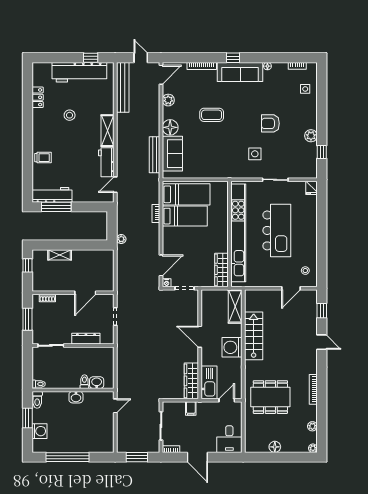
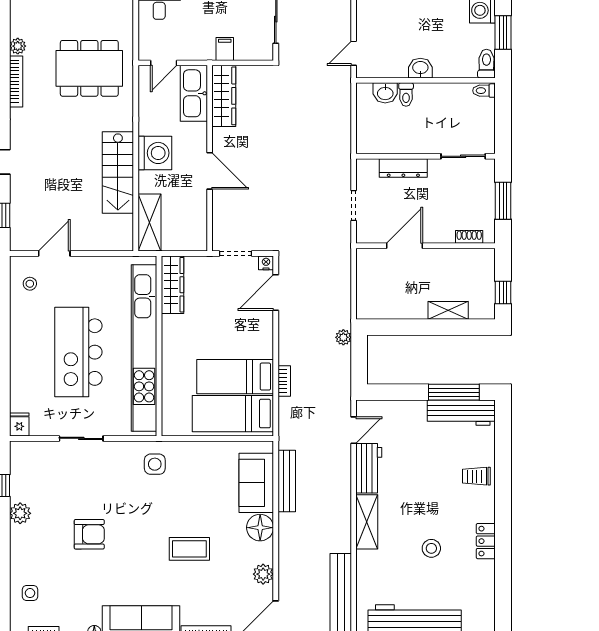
locker: (38, 97) -> (486, 541), moved
side table: (255, 154) -> (155, 464), moved
plant: (312, 426) -> (18, 46), moved

